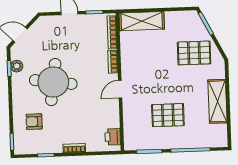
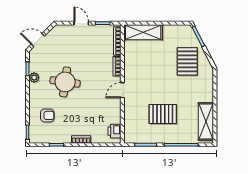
pallet: (194, 53) -> (187, 61), turned 90
plant: (17, 66) -> (34, 78), moved
round table: (53, 82) -> (65, 82), width x0.73, depth x0.73
shelving: (217, 101) -> (206, 121), moved
armchair: (34, 122) -> (47, 115), turned 180

